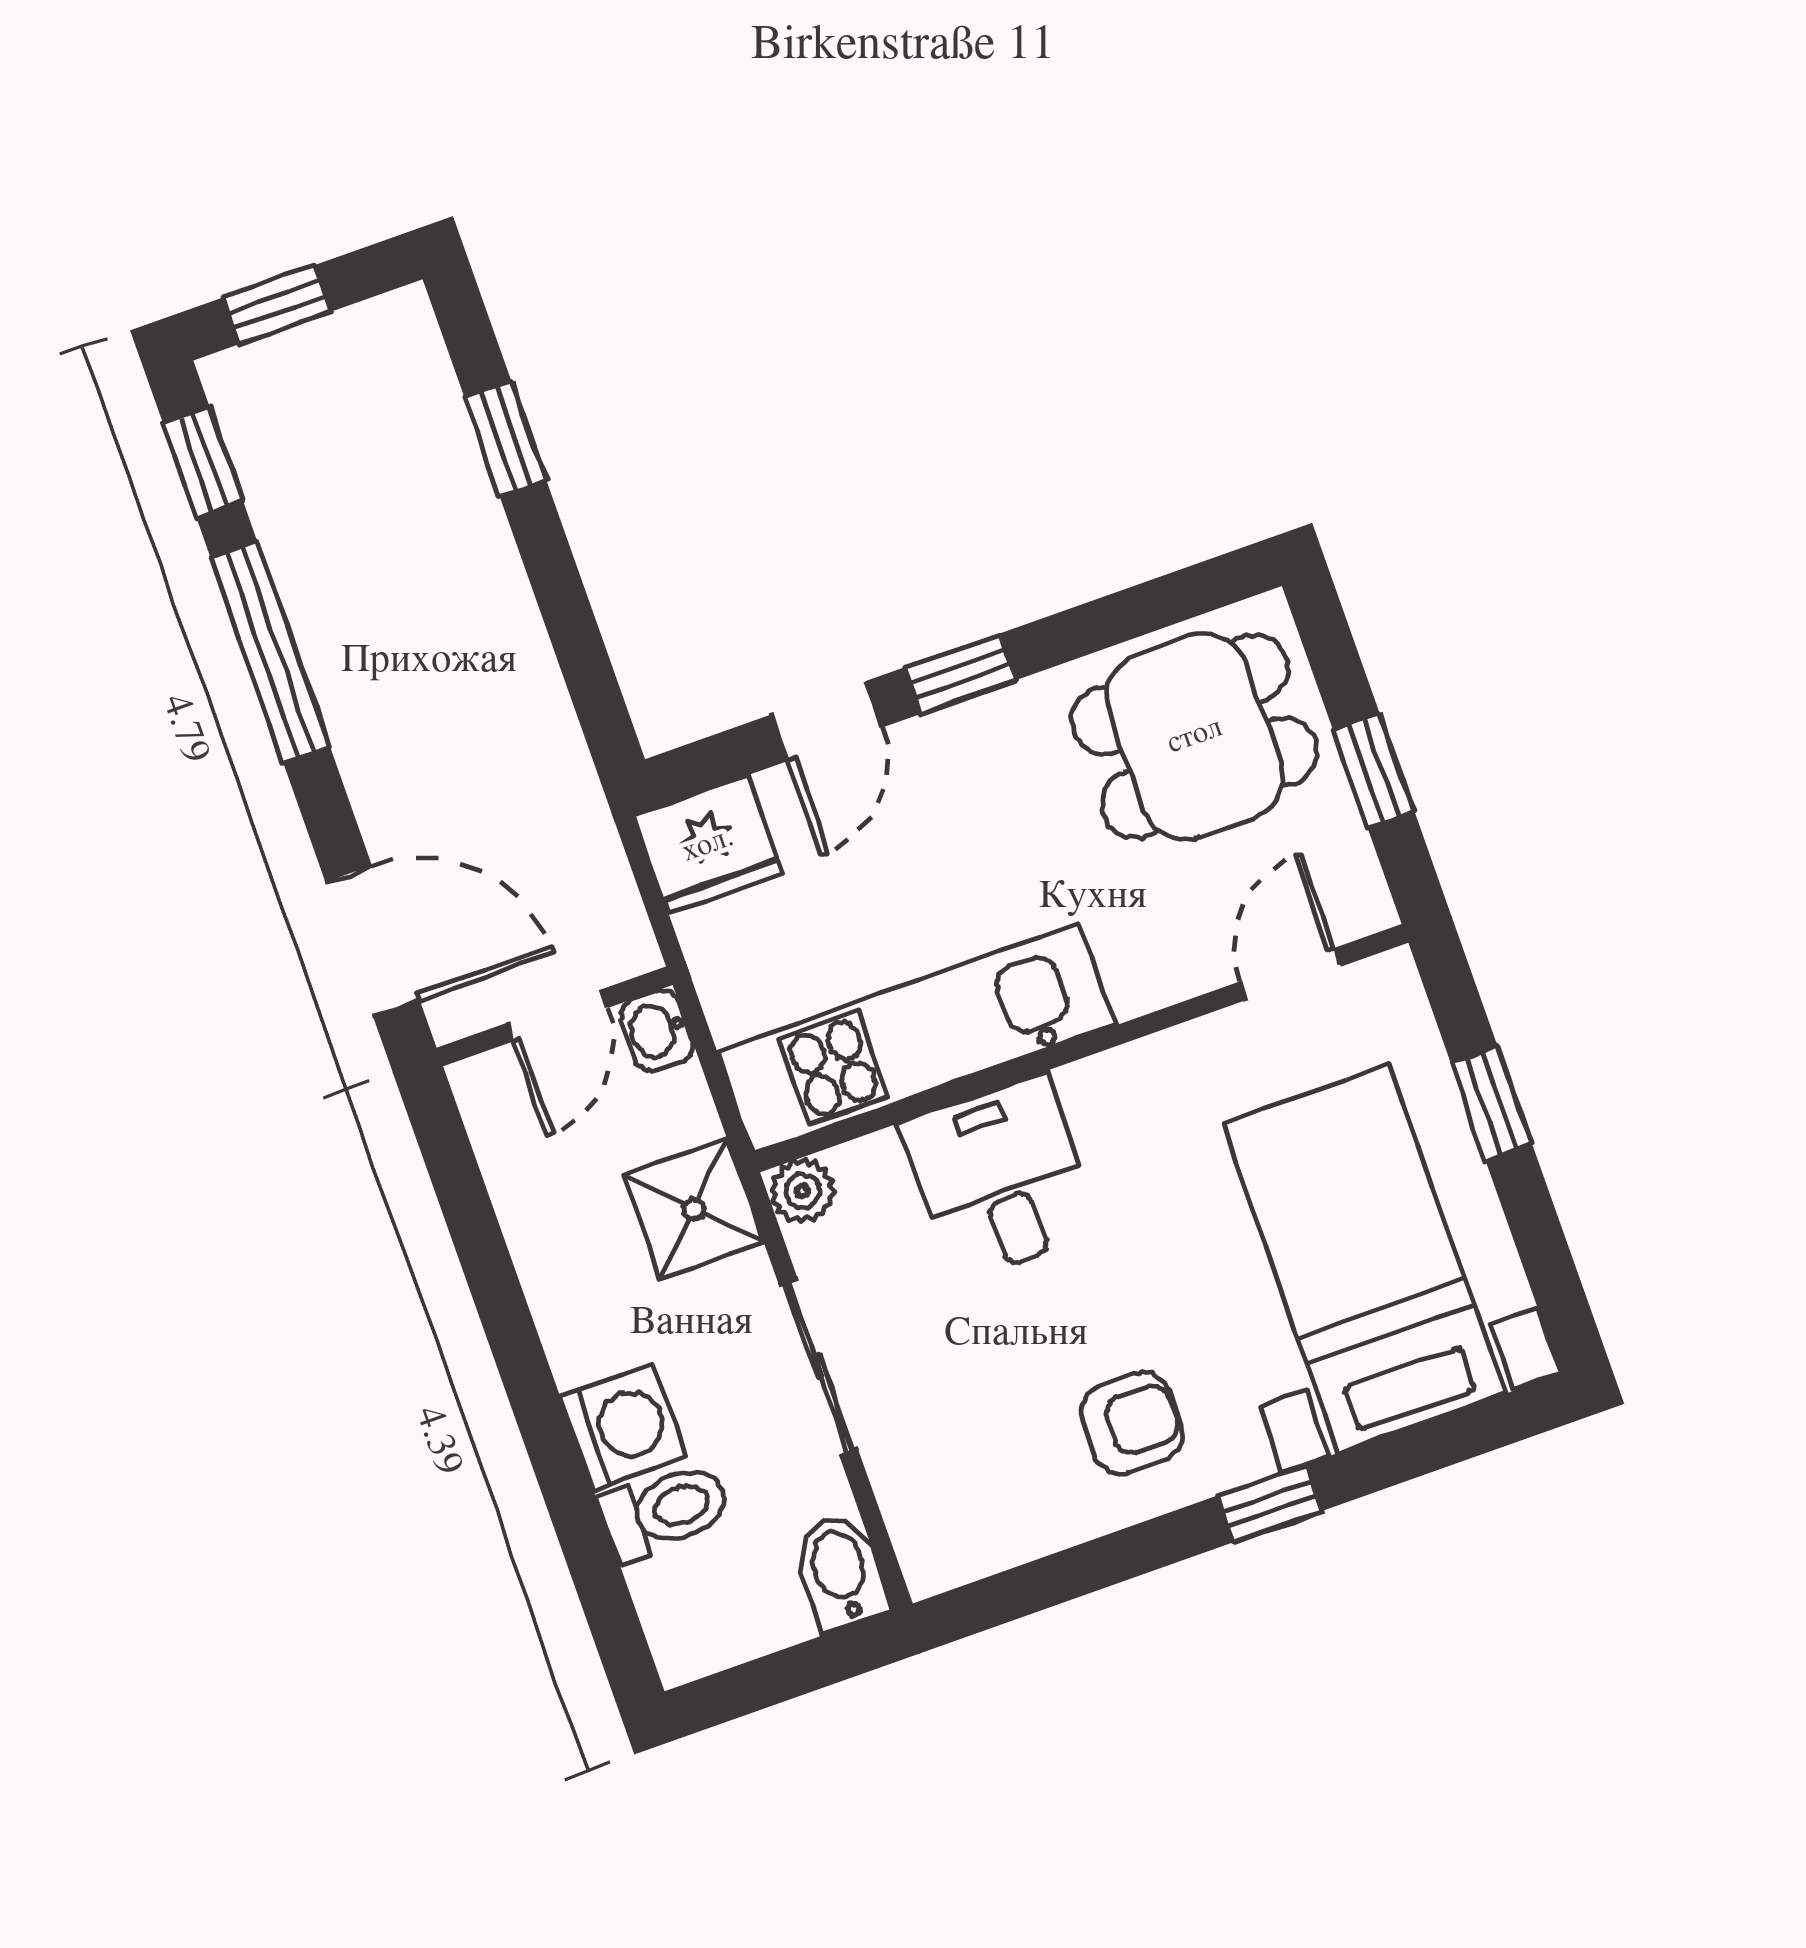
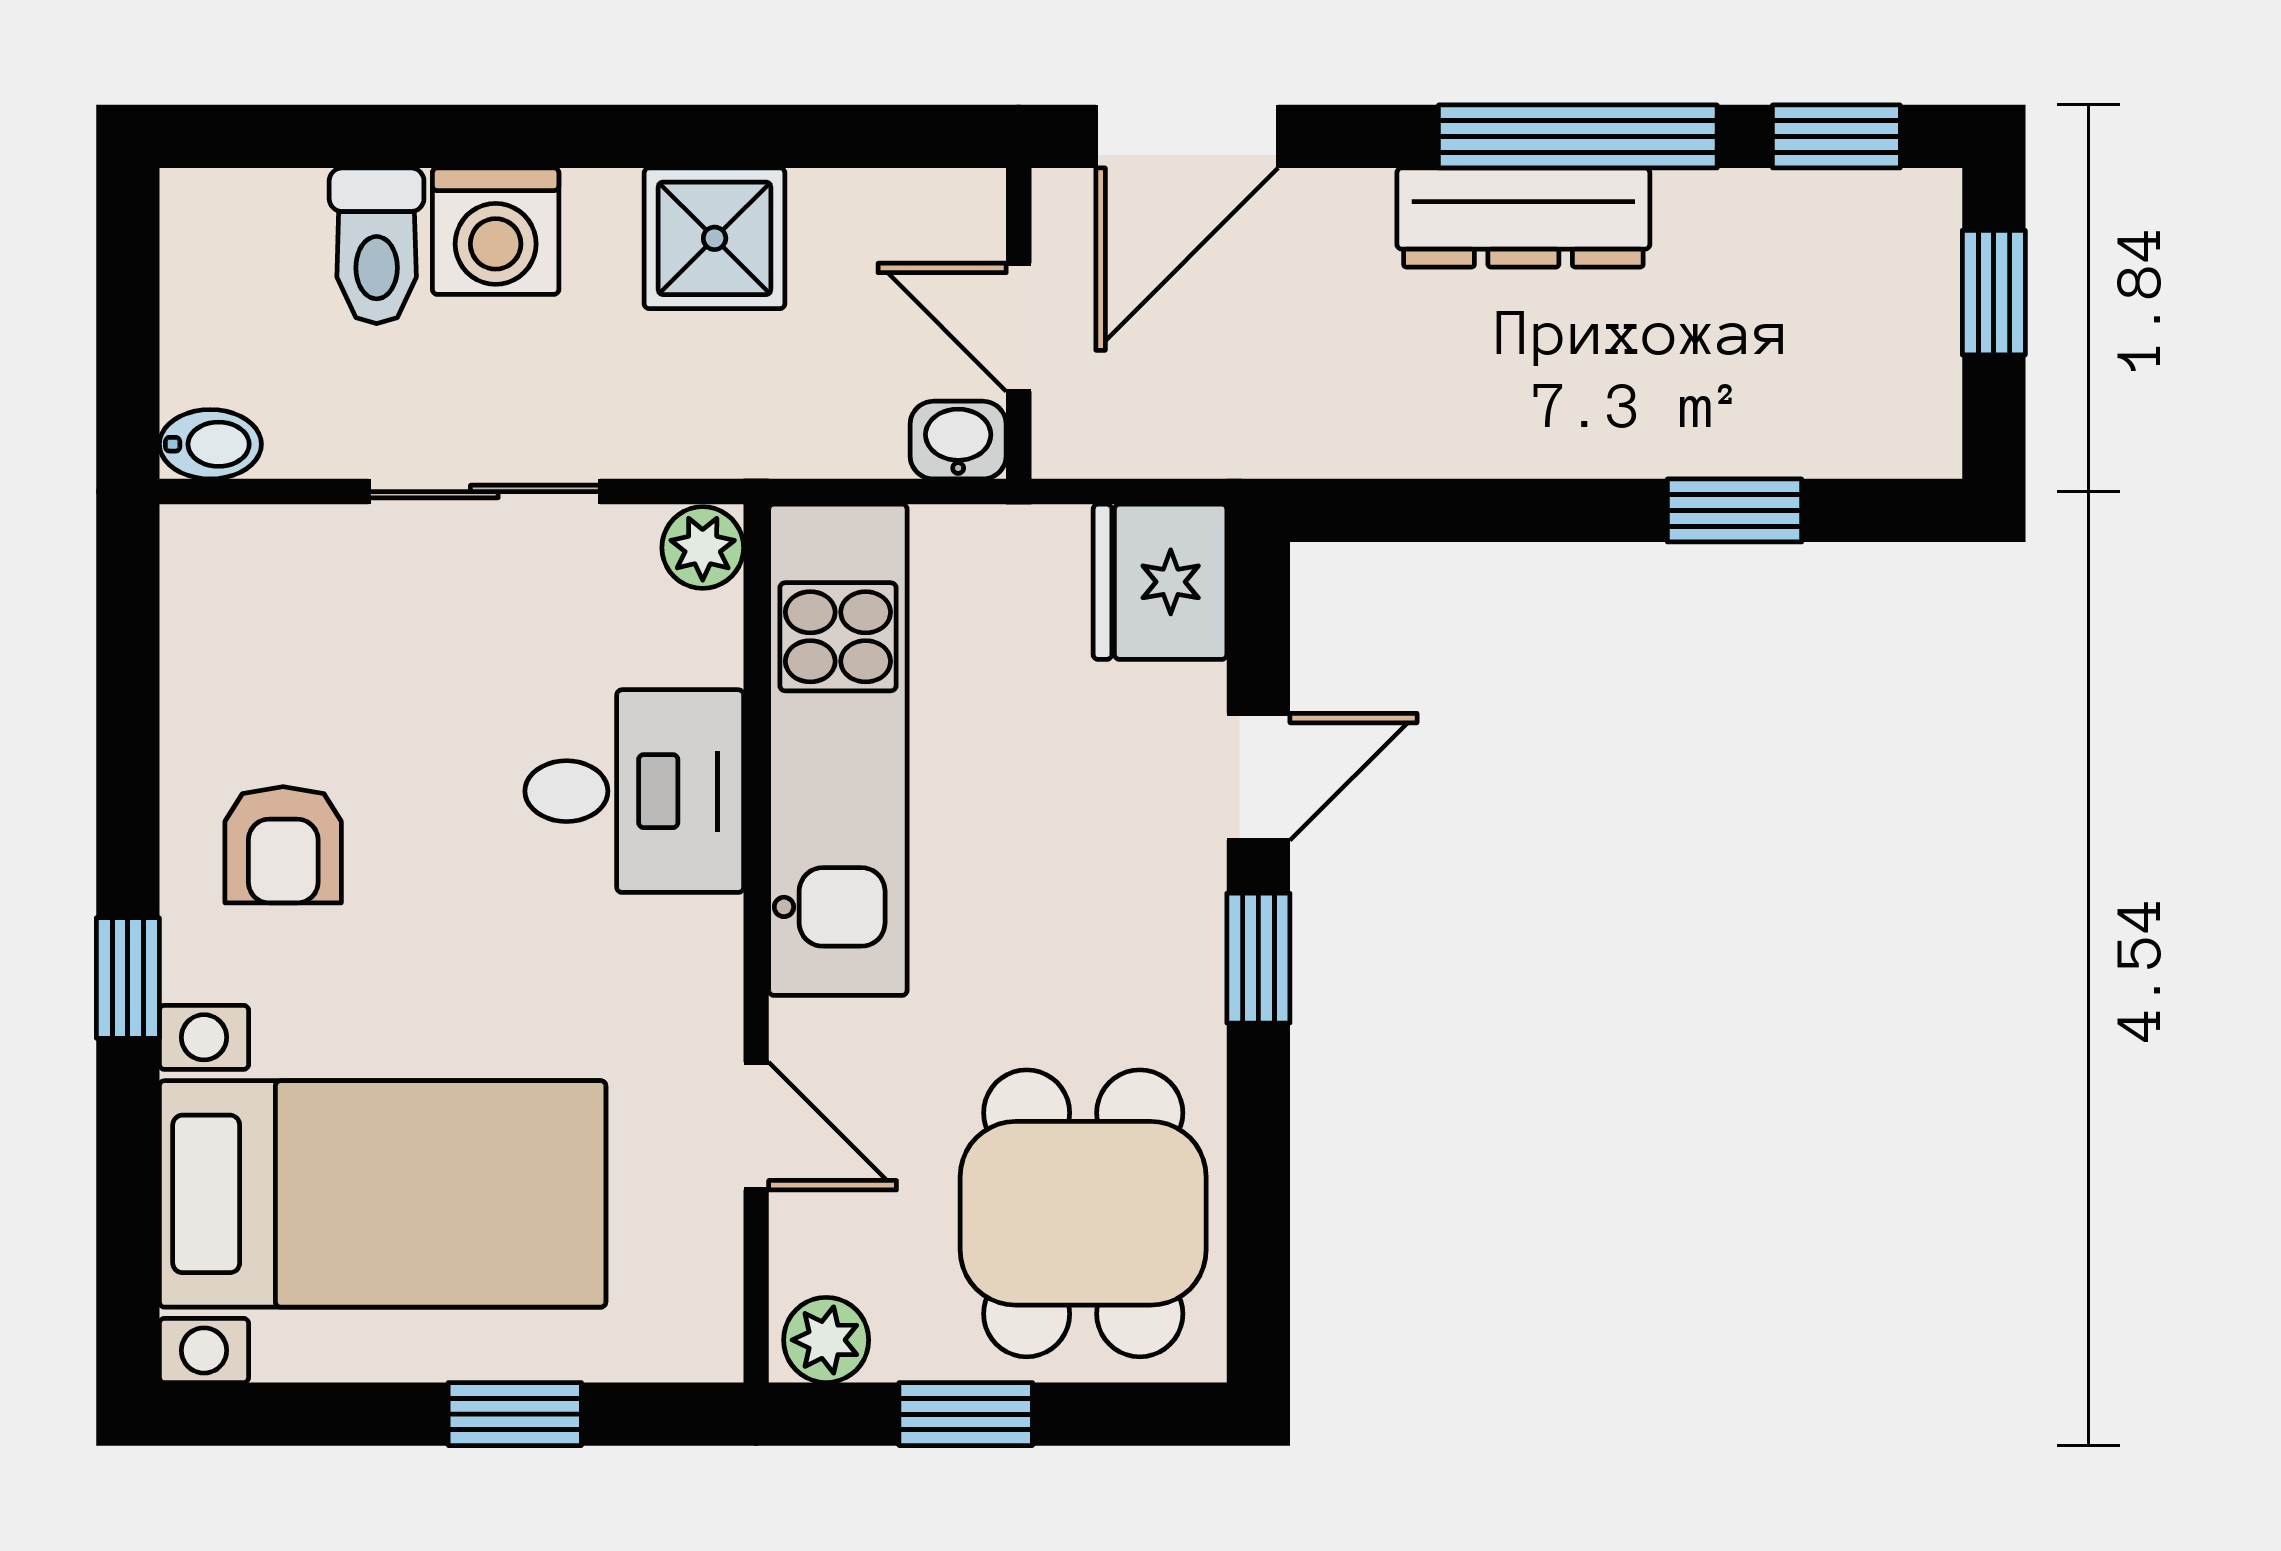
dresser: (344, 672) -> (1523, 217), added
door: (827, 721) -> (1258, 777), swing flipped
plant: (1355, 893) -> (826, 1340), added
door: (1290, 974) -> (756, 1126), moved
shower: (694, 1209) -> (715, 238), moved
bidet: (840, 1571) -> (210, 444), width x0.72, depth x0.74

